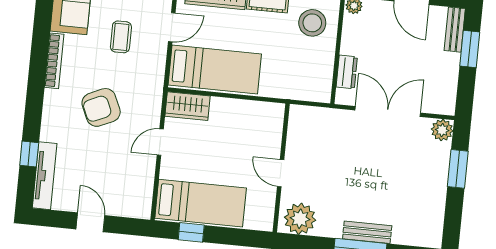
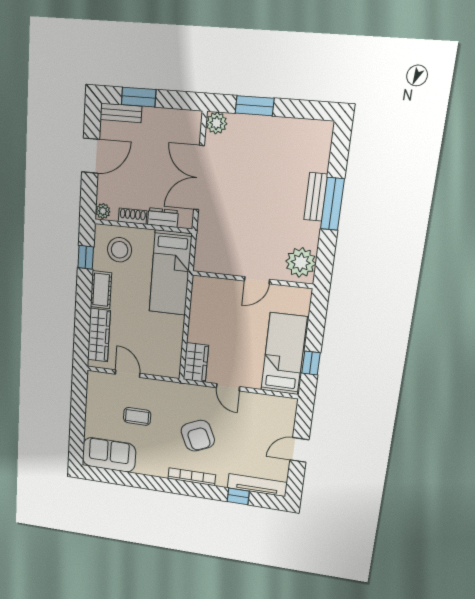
shoe rack: (348, 39) -> (133, 216), added
bookcase: (54, 61) -> (192, 477), moved
bed: (215, 70) -> (170, 273), moved, turned 180

